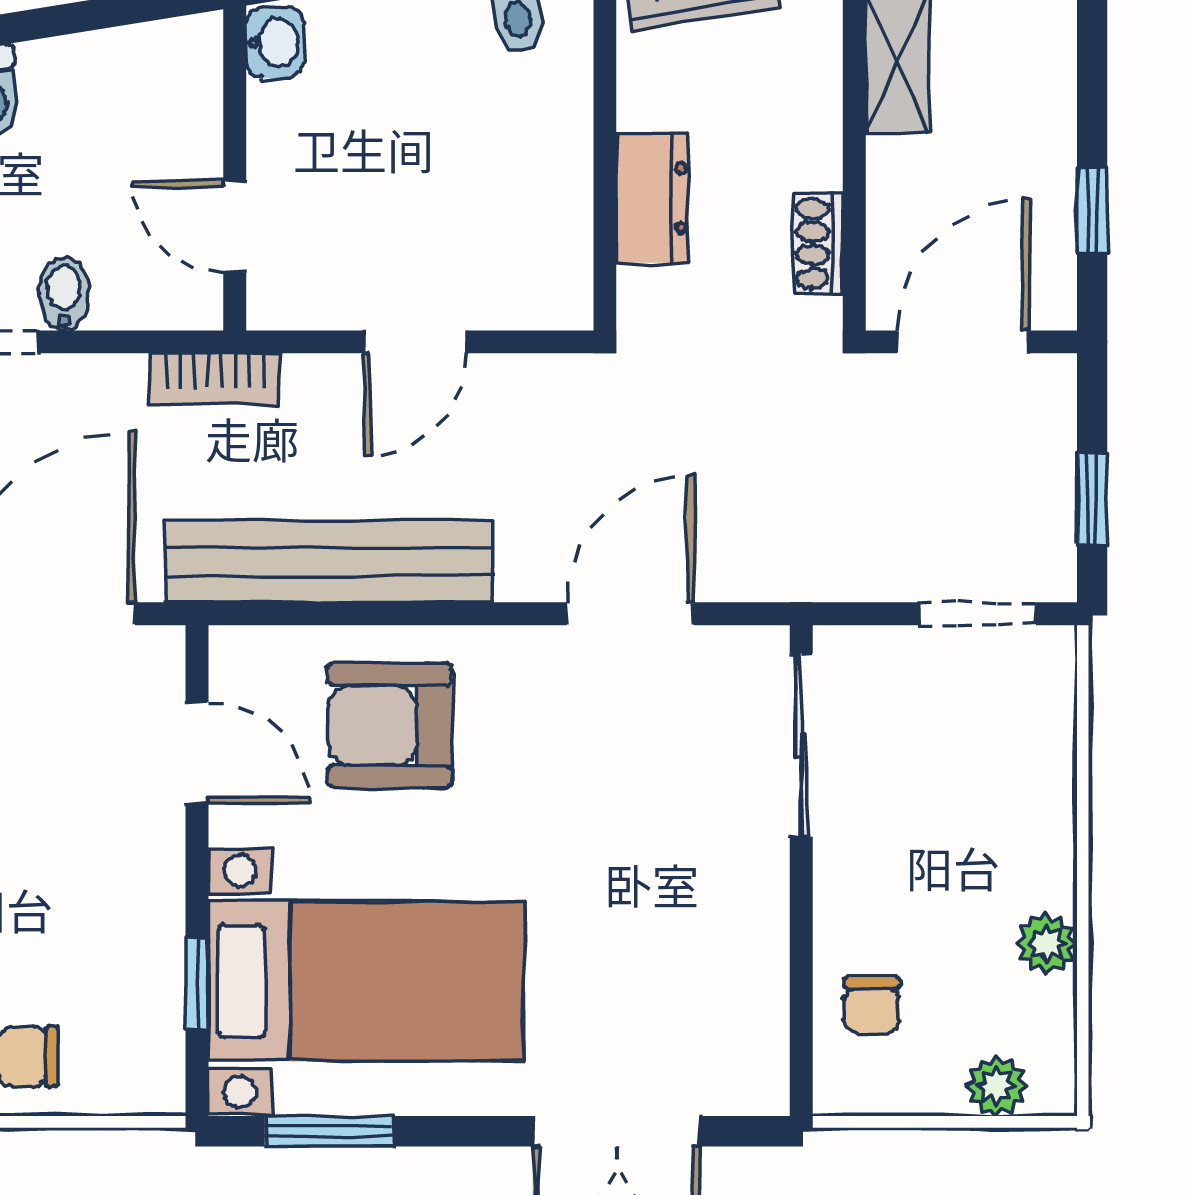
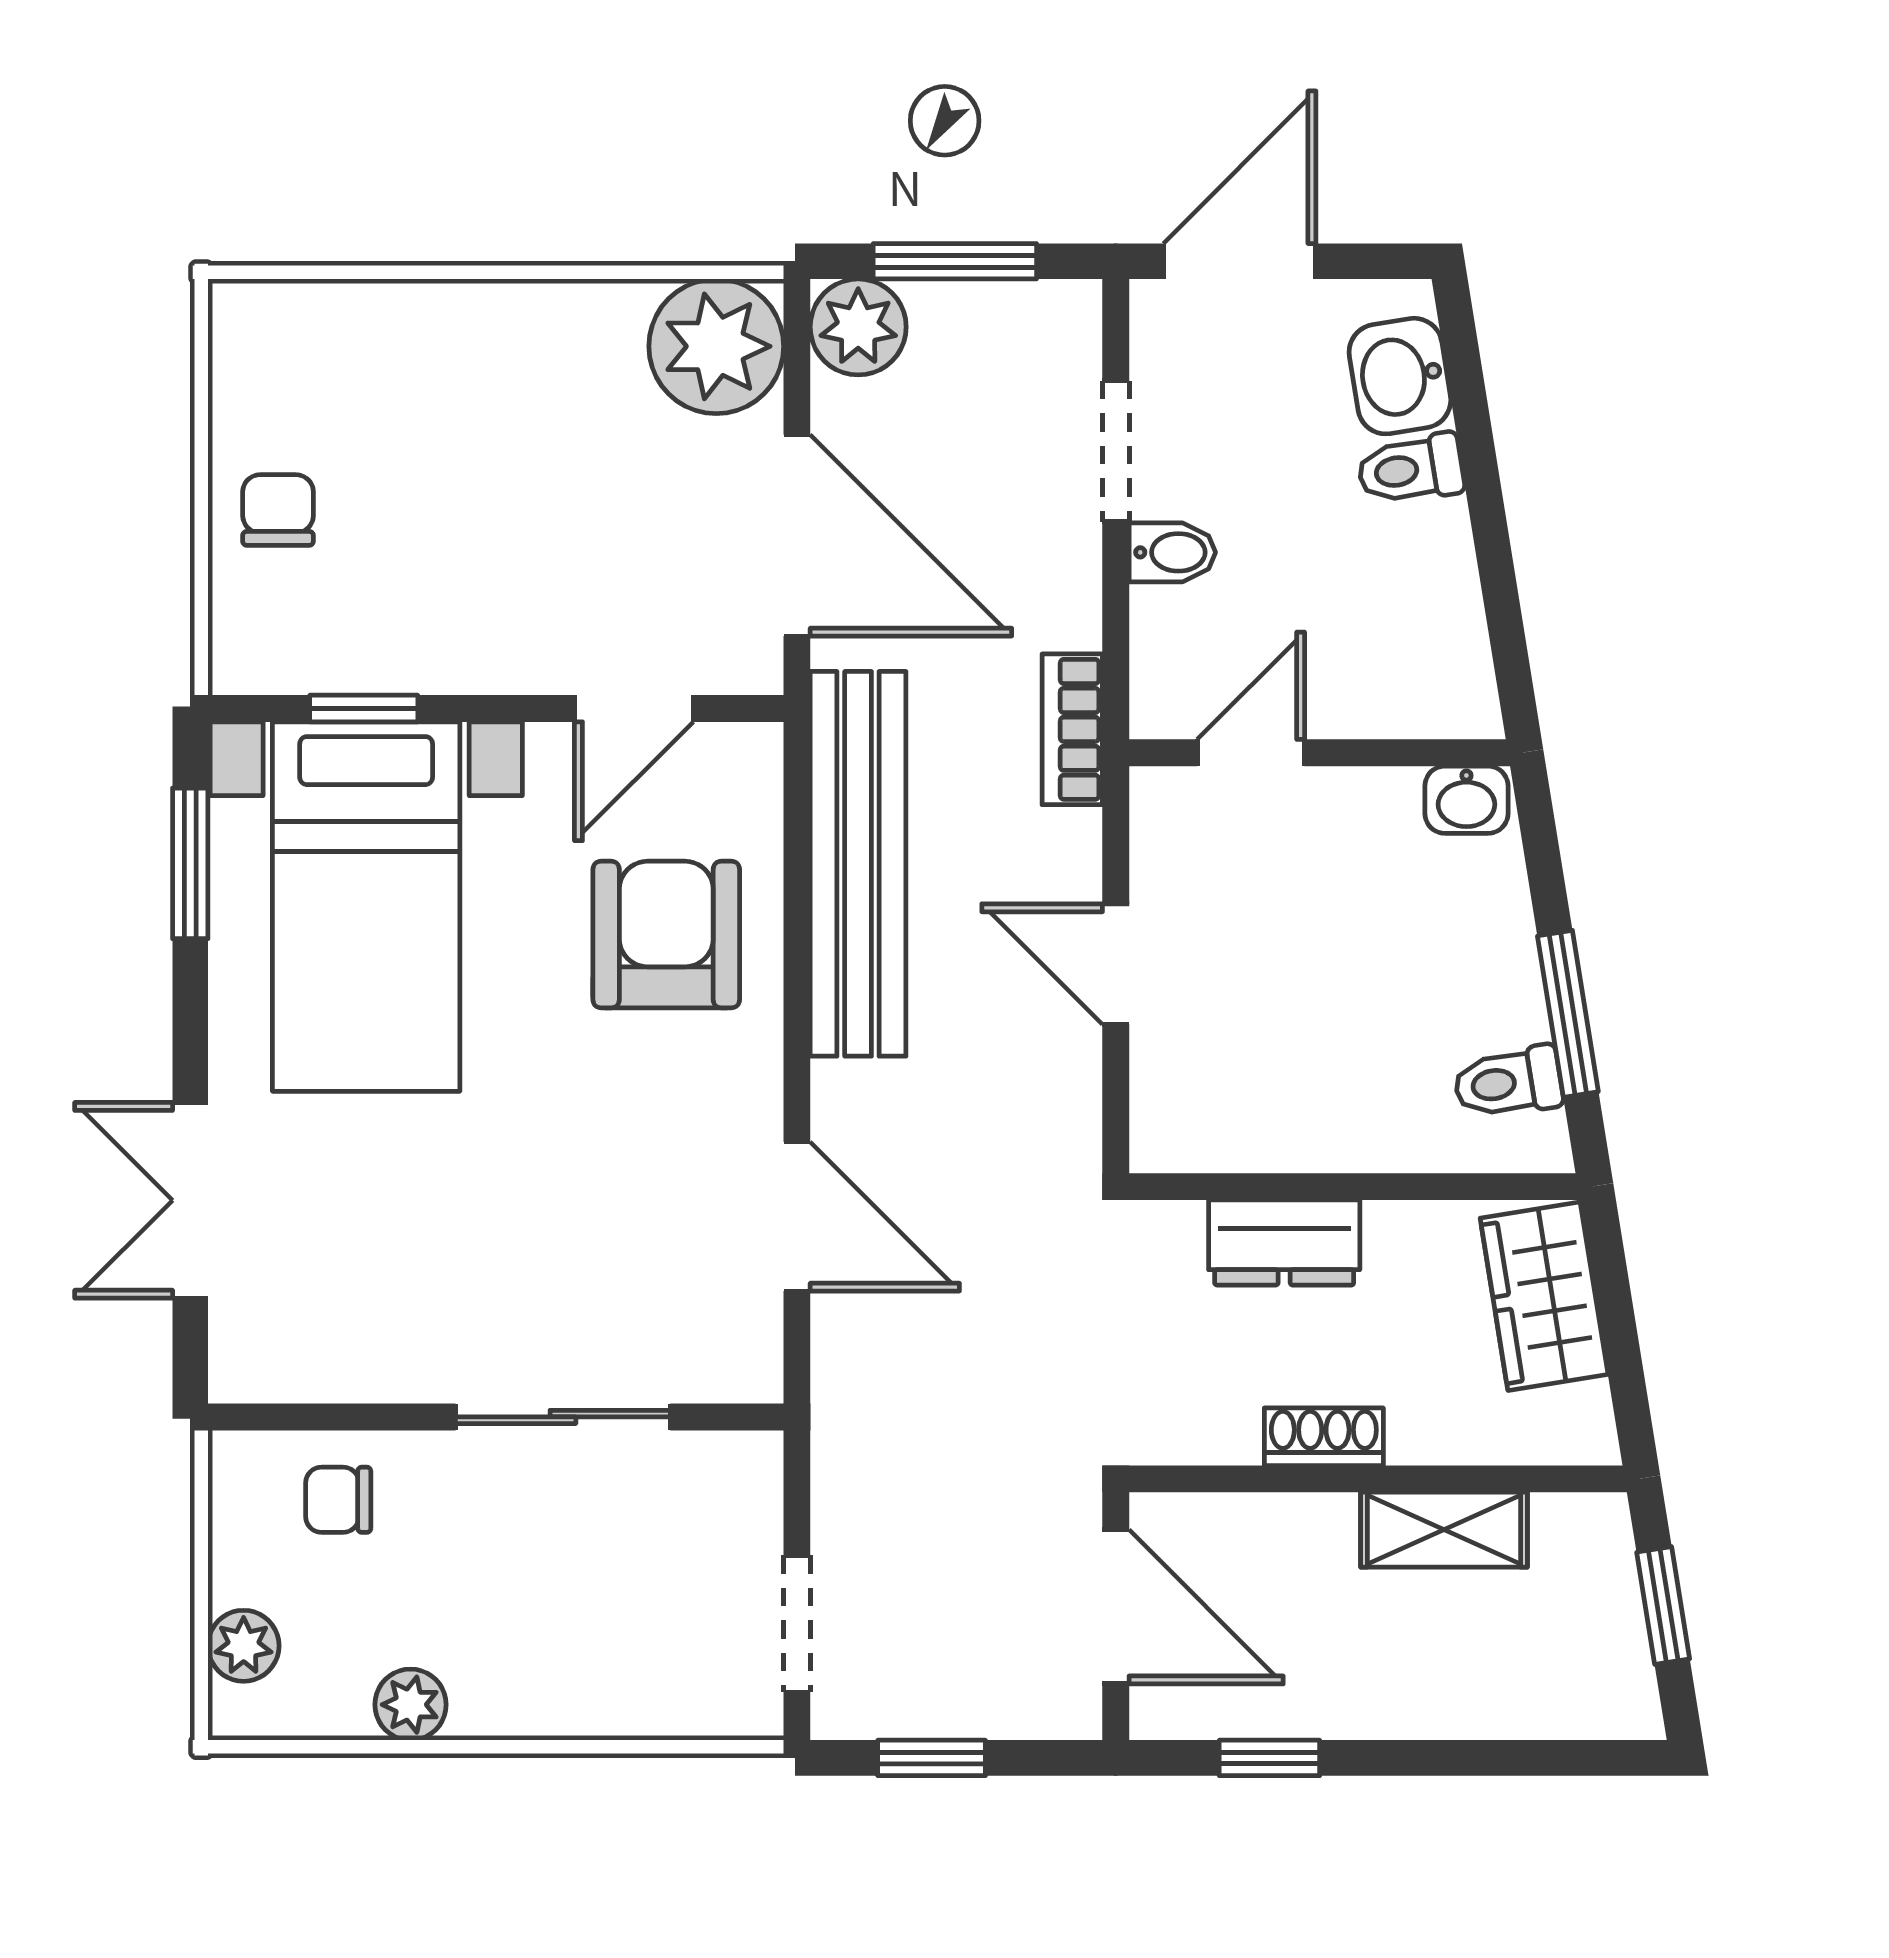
shoe rack: (818, 243) -> (1324, 1437), moved
sliding door: (801, 745) -> (563, 1417), moved

